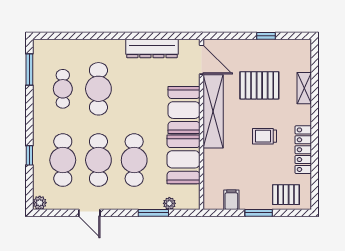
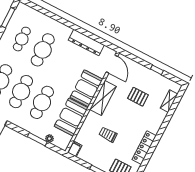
pallet: (259, 85) -> (138, 97), width x0.67, depth x0.71
shelving: (304, 88) -> (169, 101), moved
shelving: (213, 111) -> (103, 98), width x0.68
trolley: (265, 136) -> (108, 135), moved
filing cabinet: (231, 200) -> (75, 149), moved

